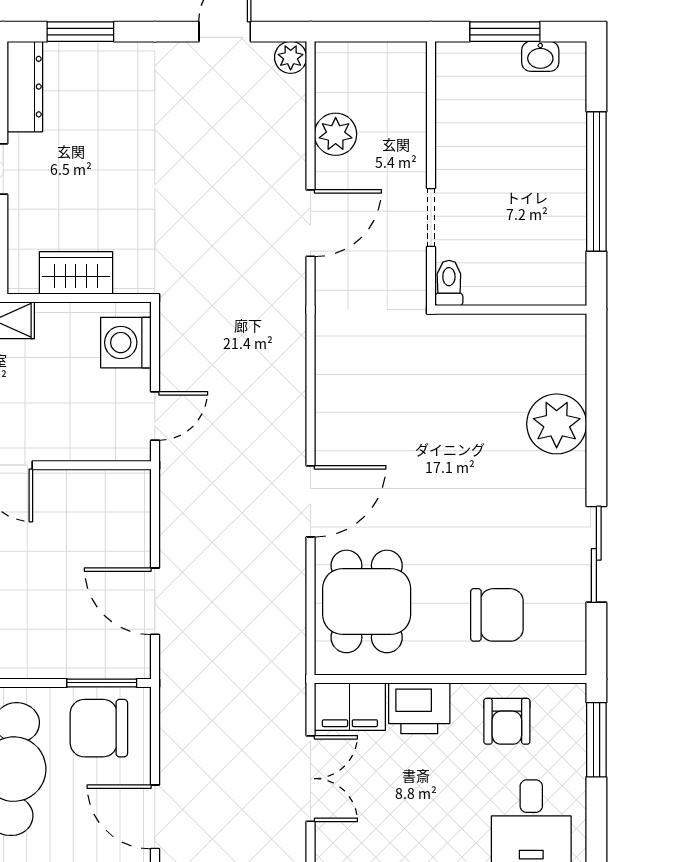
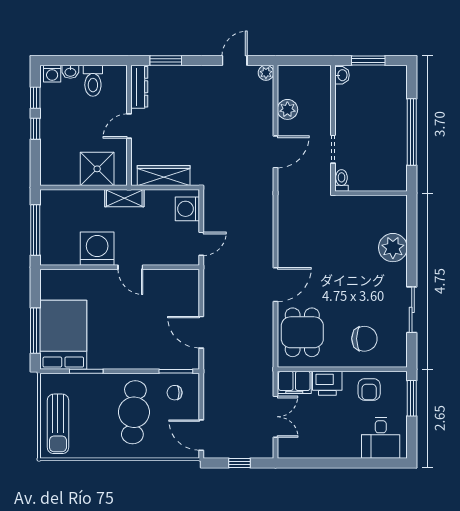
washbasin: (540, 56) -> (342, 75), moved, turned -90
wardrobe: (76, 273) -> (164, 176), width x1.50
chair: (99, 728) -> (175, 393), width x0.54, depth x0.54

